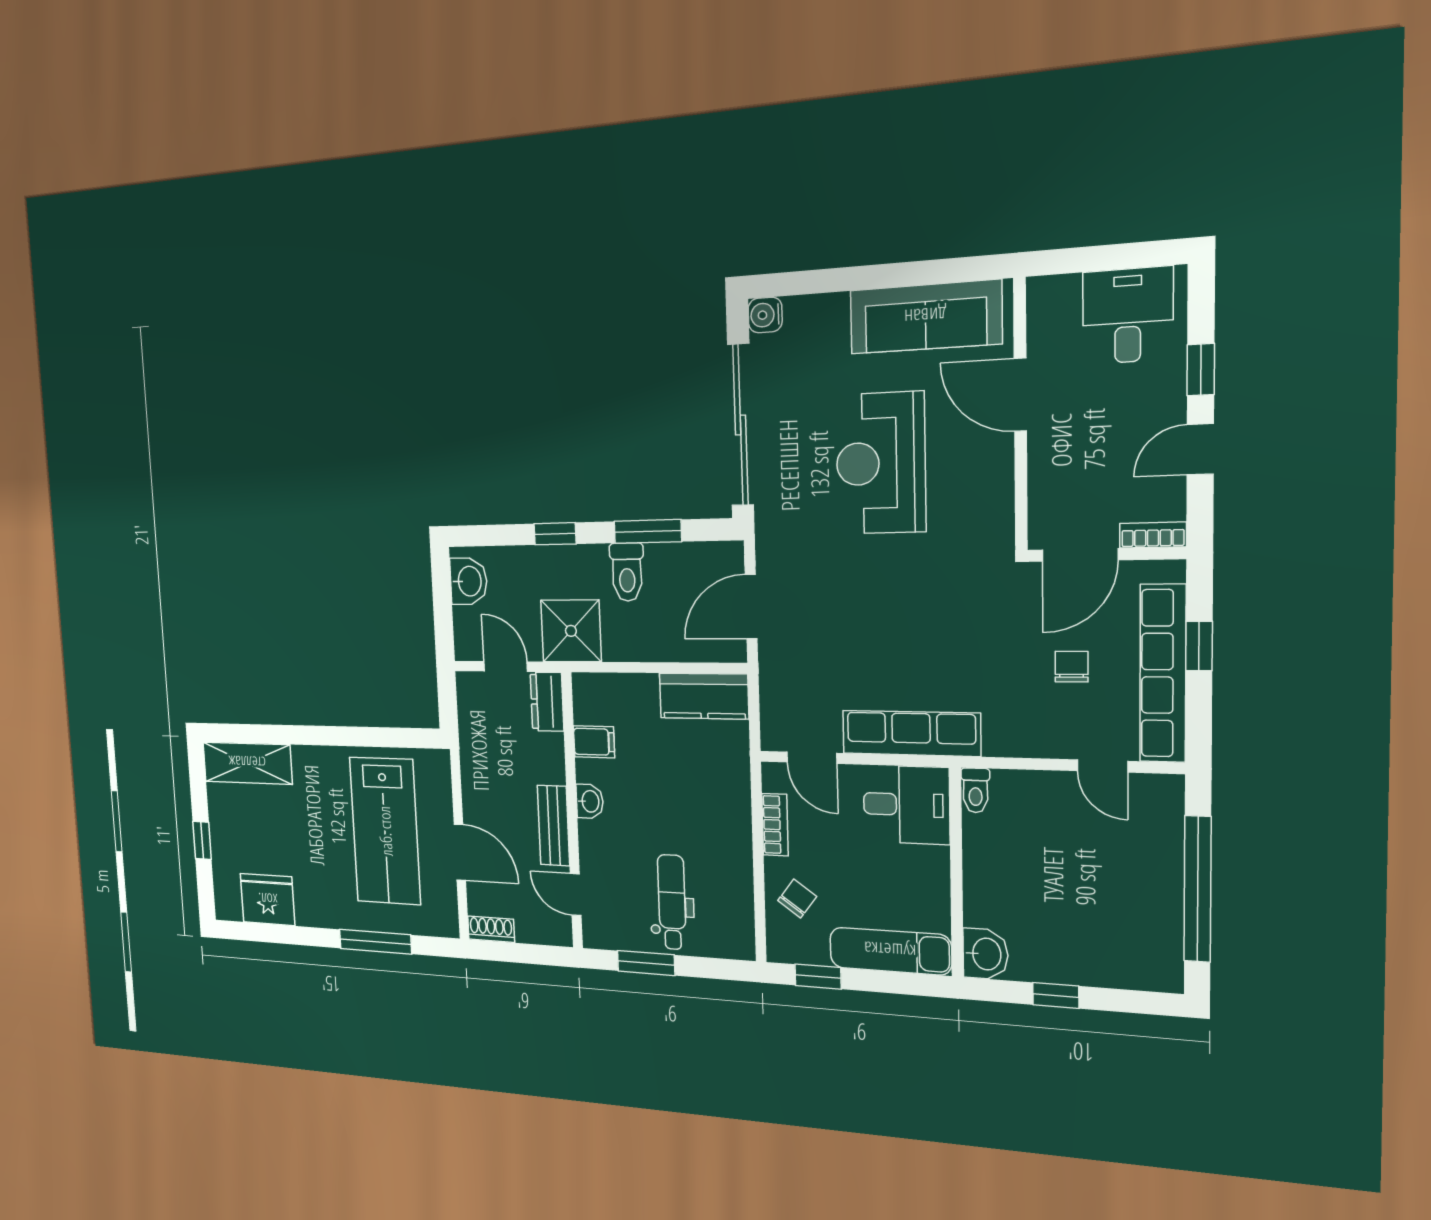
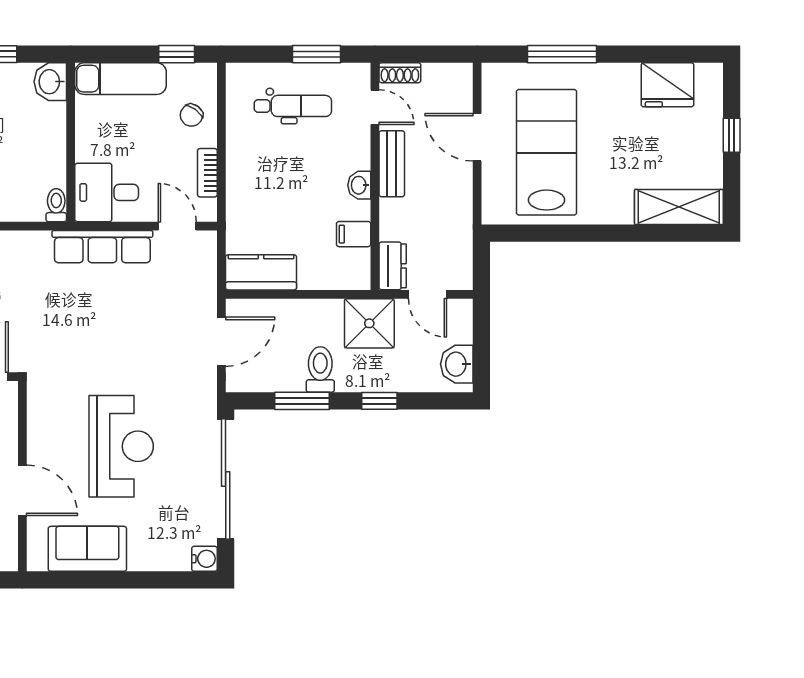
sofa: (925, 317) -> (87, 549), width x0.73
dental chair: (672, 902) -> (293, 106), turned -90
shoe rack: (491, 929) -> (400, 73), moved

